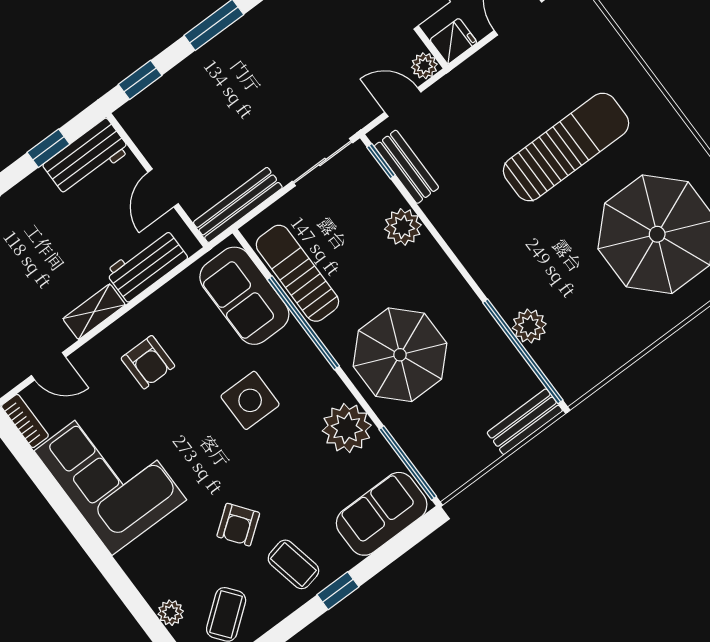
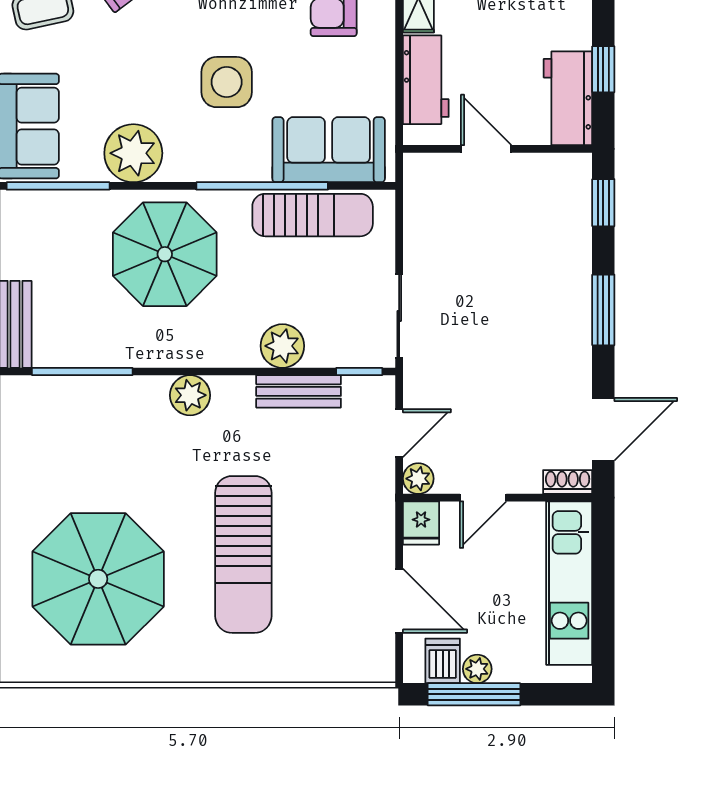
bench: (407, 167) -> (299, 391), moved
bench: (238, 205) -> (418, 207), removed
plant: (529, 326) -> (190, 395), moved
window: (523, 351) -> (82, 371), width x0.68

